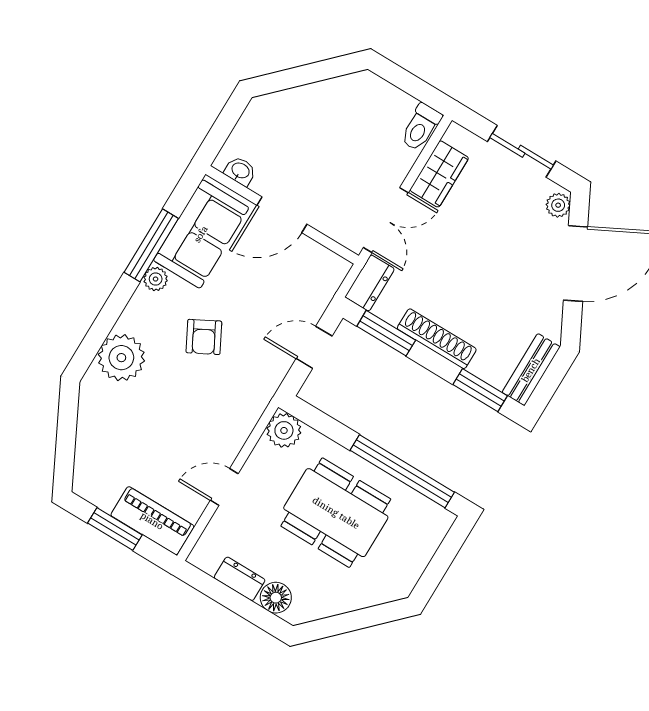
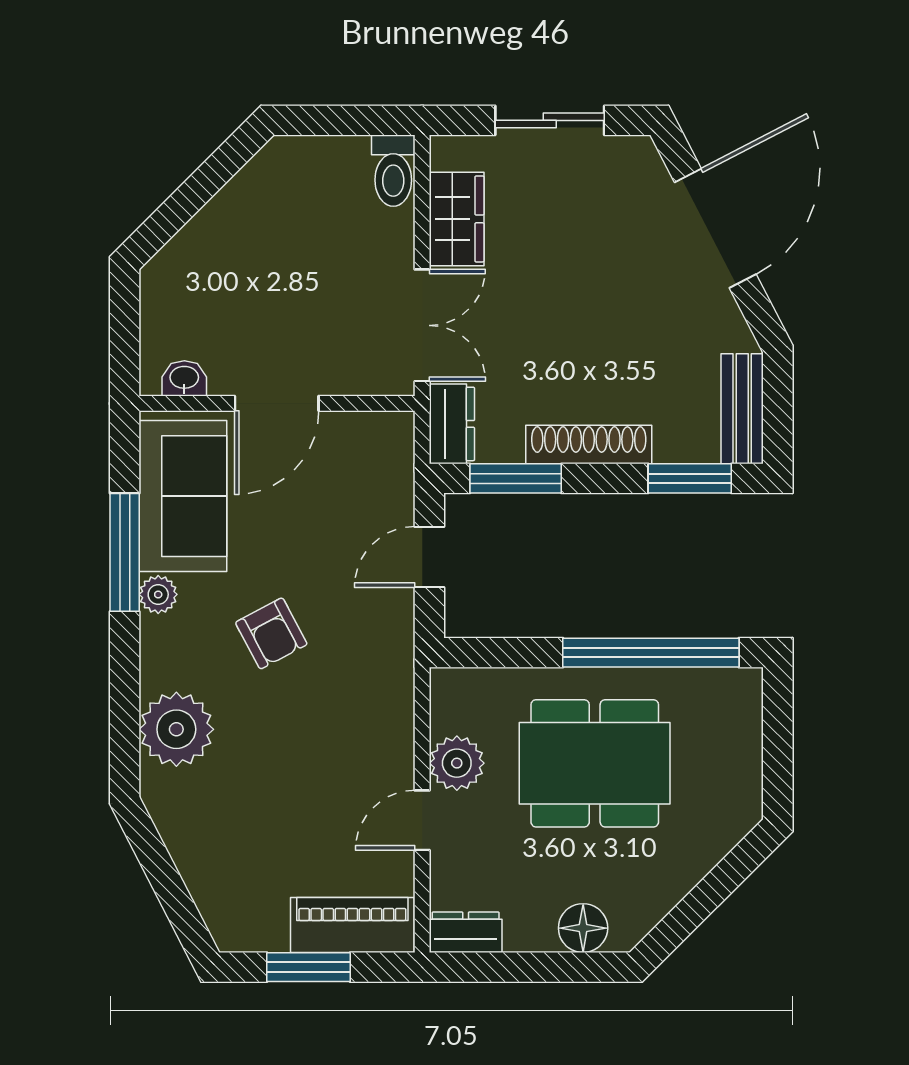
plant: (558, 205) -> (644, 164), removed
plant: (284, 430) -> (457, 763), moved
dresser: (240, 579) -> (466, 932), moved

